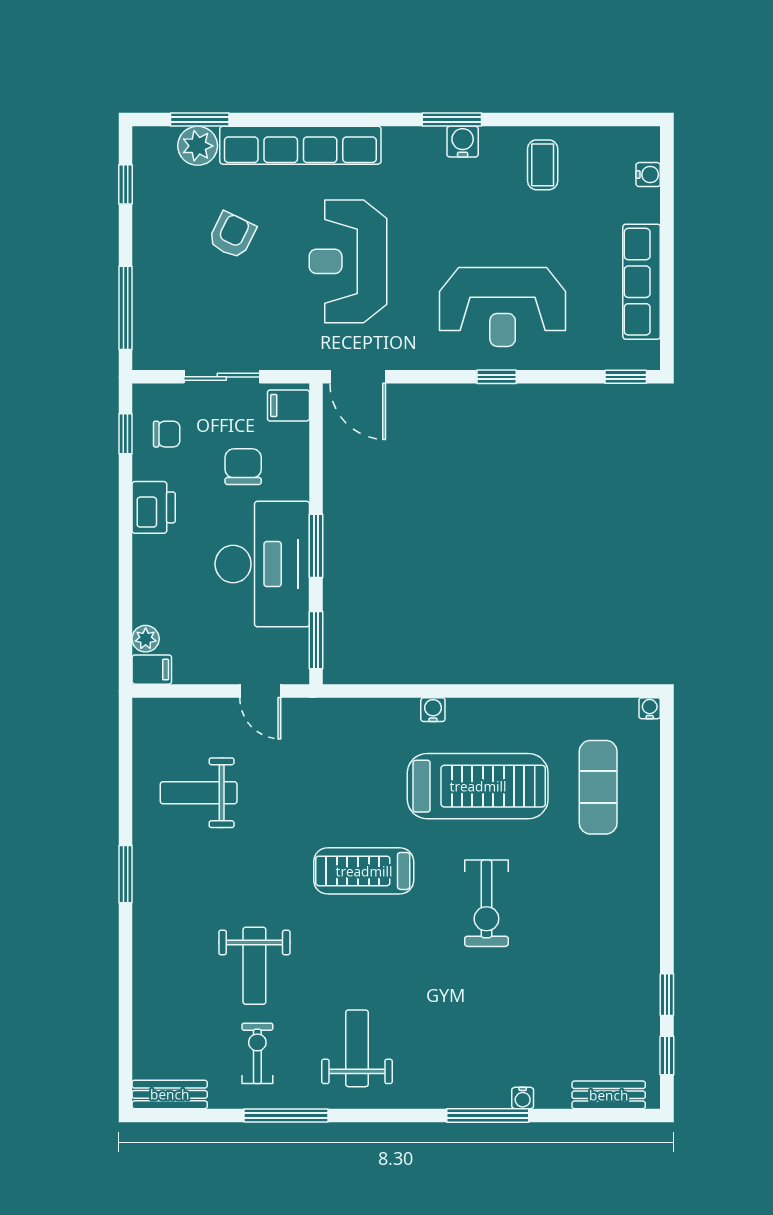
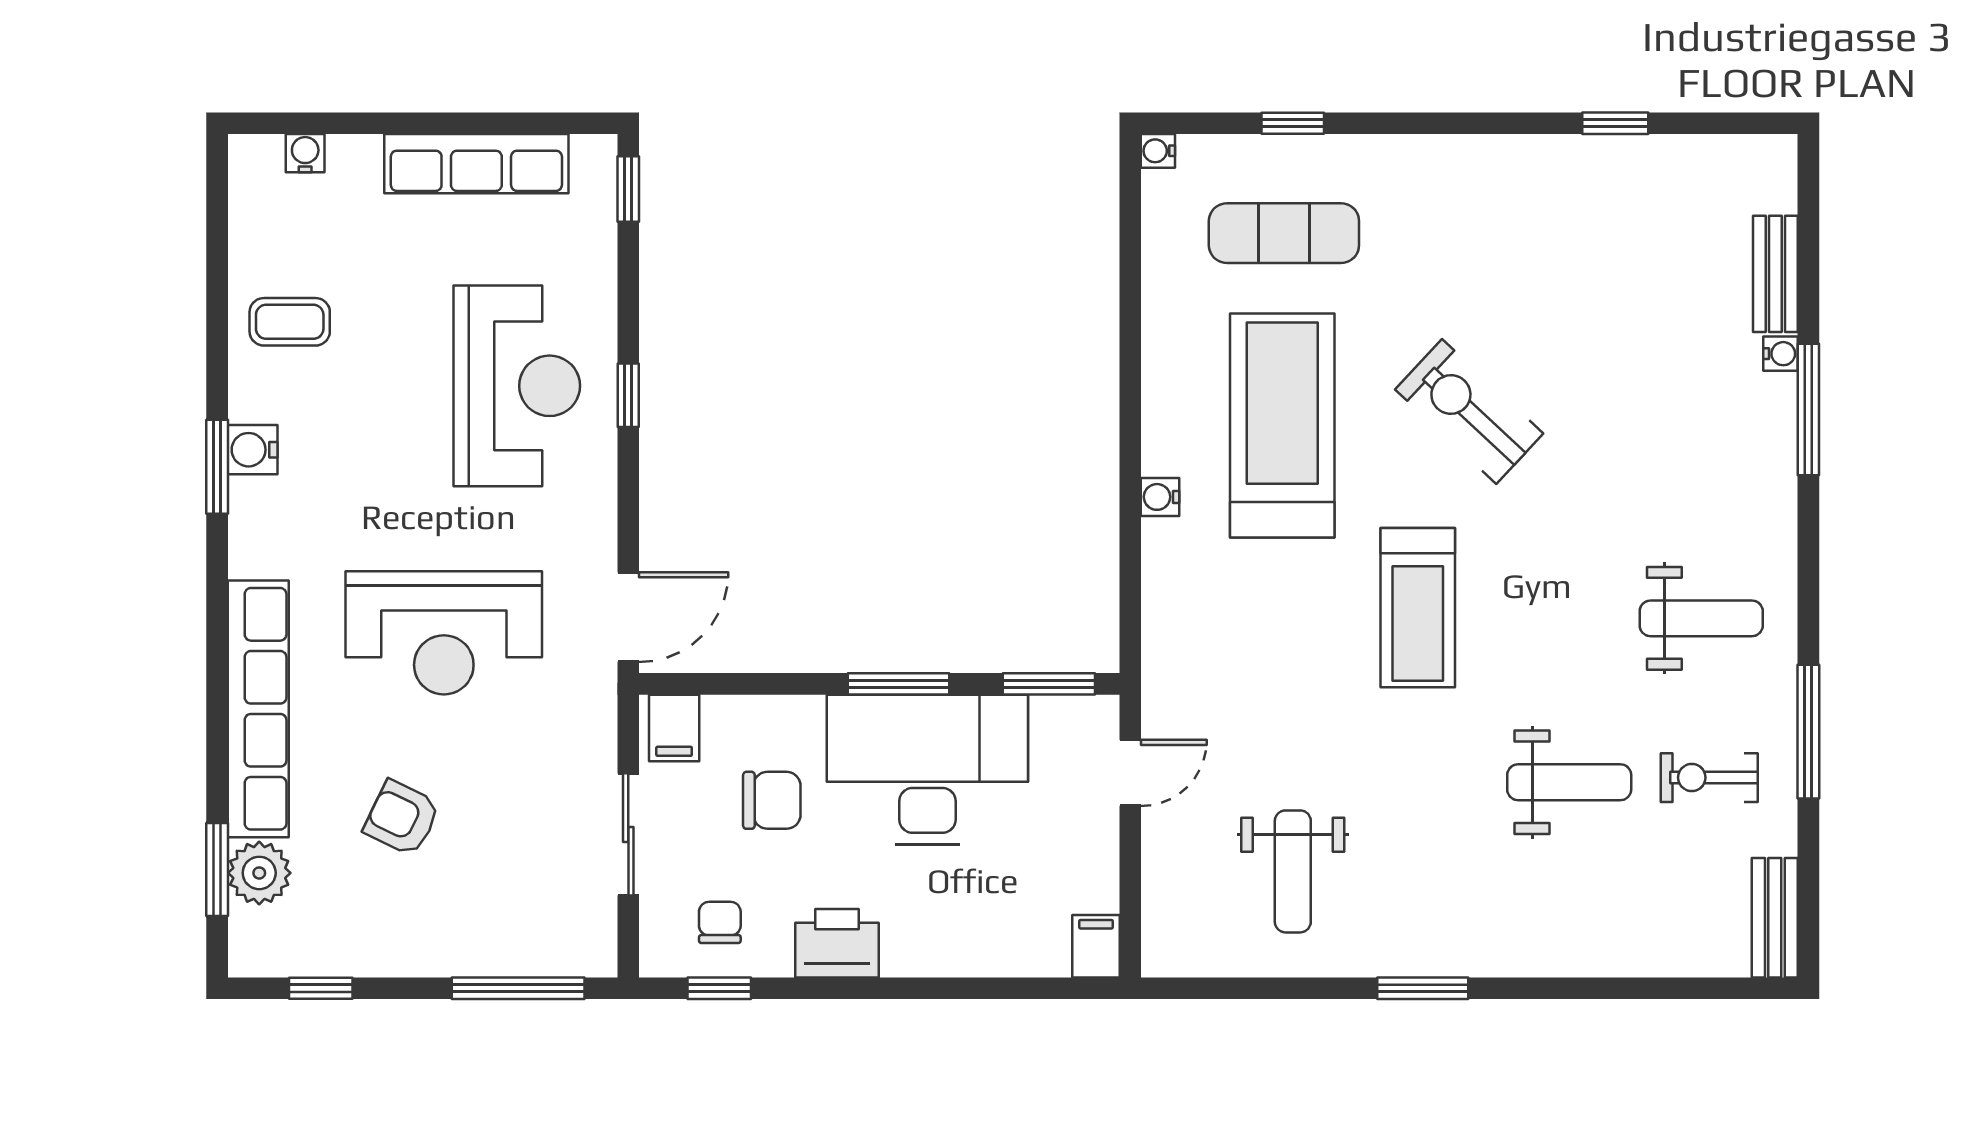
chair: (243, 467) -> (772, 800), turned 180
plant: (146, 639) -> (1047, 956), removed
exercise bike: (486, 903) -> (1469, 412), turned -137
weight bench: (357, 1048) -> (1701, 618), turned 180
window: (667, 1055) -> (1293, 123), moved
bench: (609, 1095) -> (1775, 274), moved

